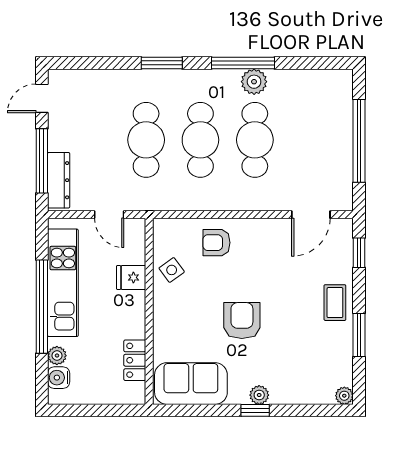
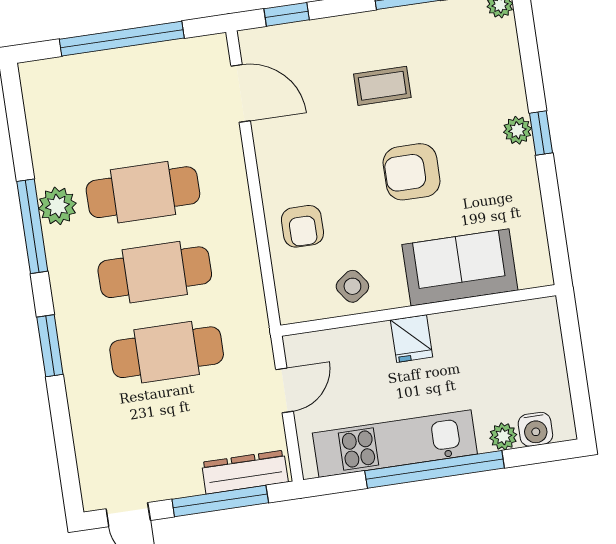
fridge: (131, 277) -> (412, 339), moved
coffee table: (335, 303) -> (382, 86), moved
locker: (135, 360) -> (493, 321), removed
sofa: (191, 384) -> (460, 267), moved, turned 90

